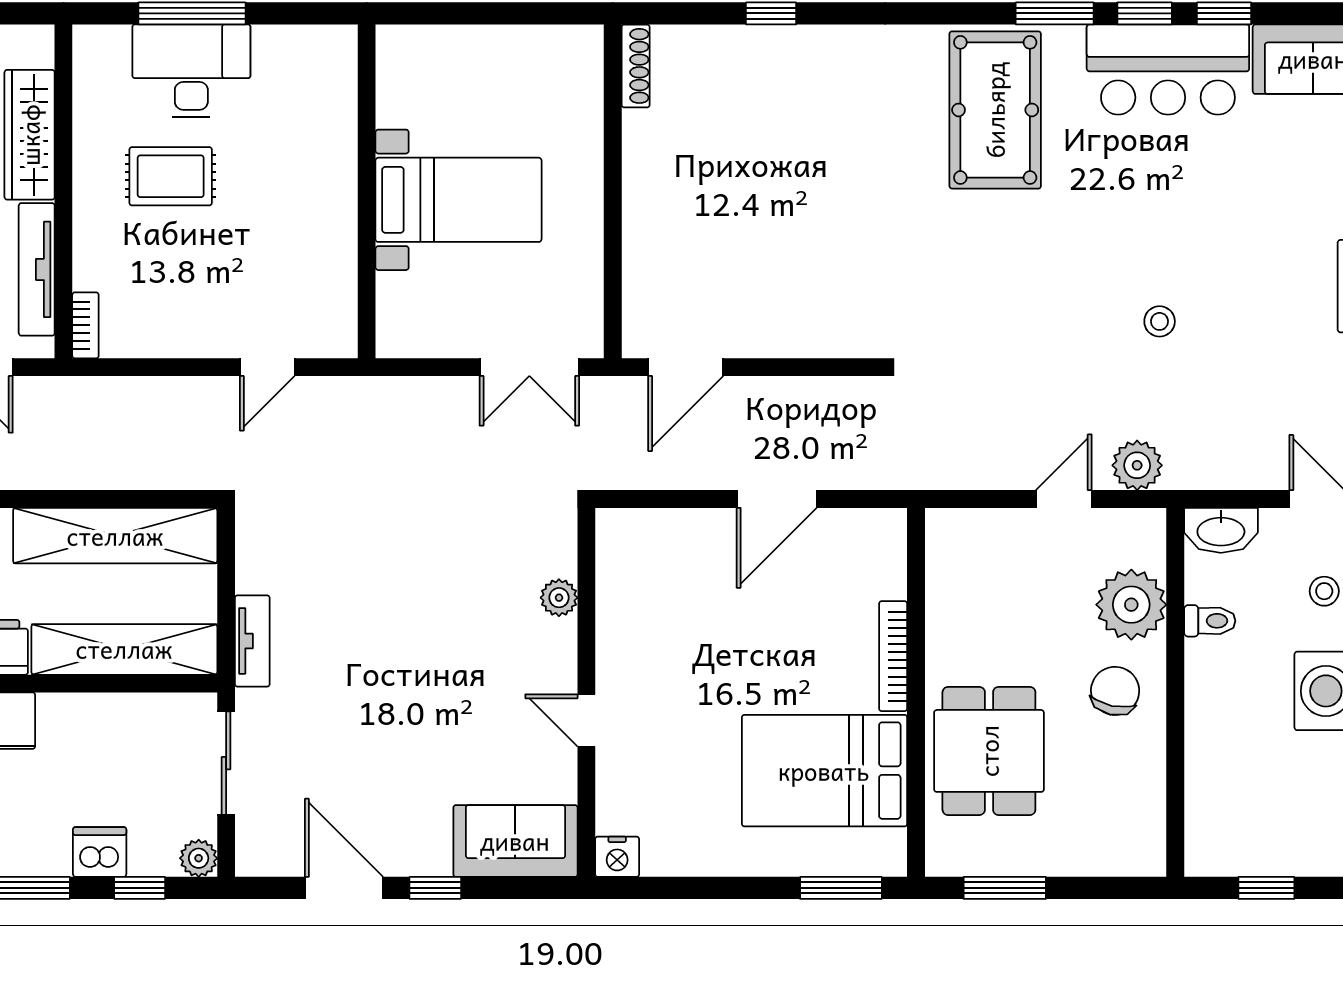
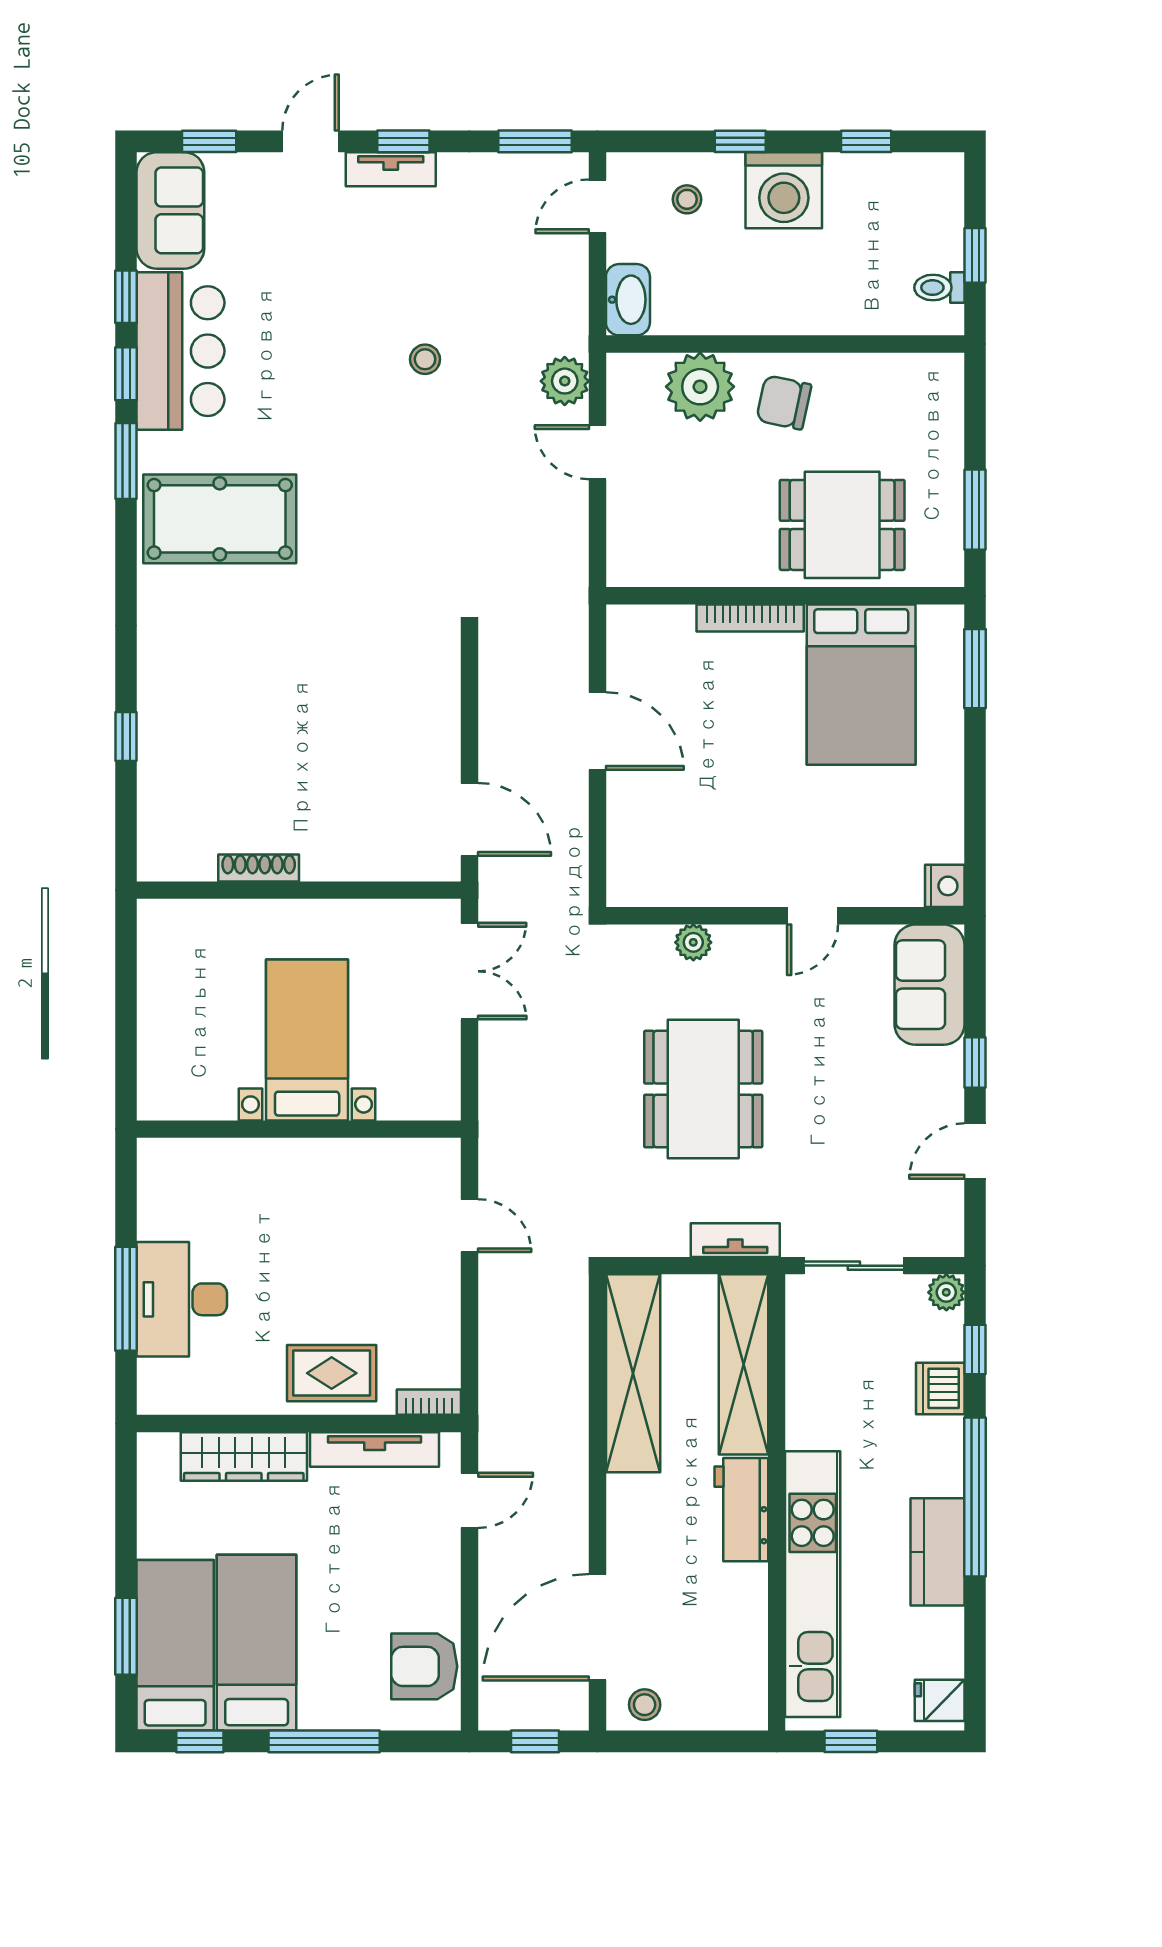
shoe rack: (636, 66) -> (259, 868), moved
rug: (171, 176) -> (332, 1373), moved, turned 90
dining table: (408, 608) -> (703, 1089), added
toilet: (1210, 621) -> (939, 288), moved, turned -90
door: (344, 888) -> (975, 1151), width x0.73

